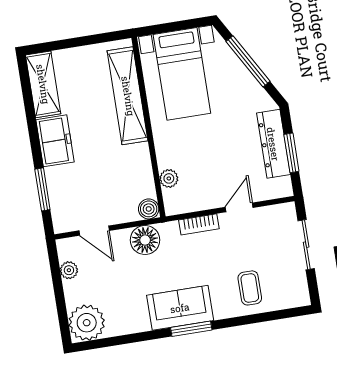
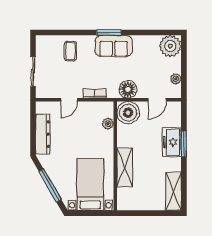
shelving: (128, 96) -> (125, 167), width x0.68
freezer: (55, 141) -> (172, 142), moved
window: (291, 153) -> (33, 127), removed
window: (42, 189) -> (184, 144), moved
boiler: (149, 209) -> (128, 113), width x1.86, depth x1.86
door: (94, 231) -> (157, 100), swing flipped

